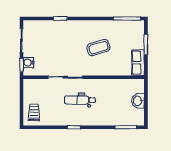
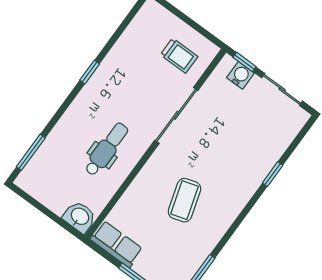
dental chair: (80, 100) -> (106, 149), moved
washbasin: (138, 101) -> (80, 217), moved
trolley: (34, 112) -> (179, 56), moved

